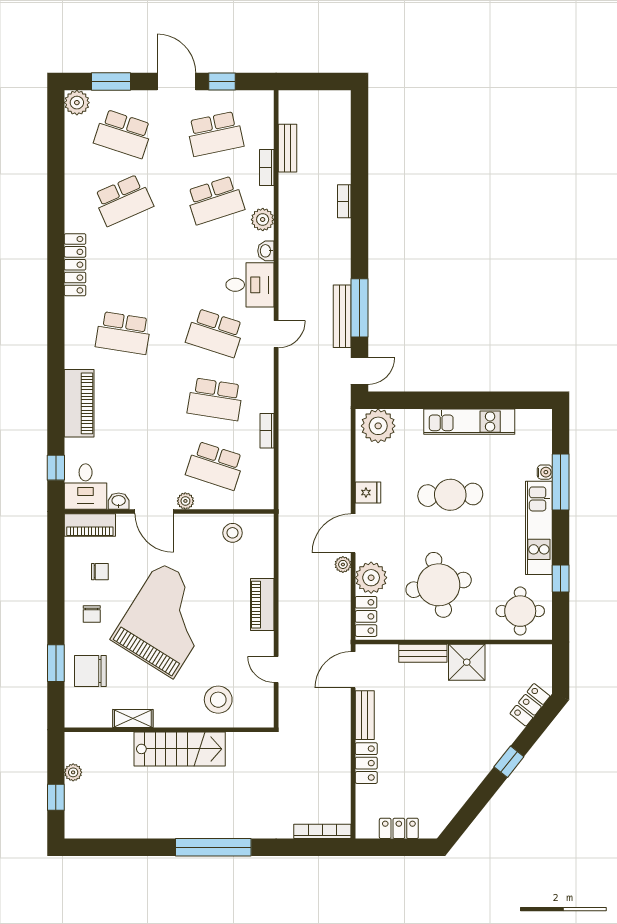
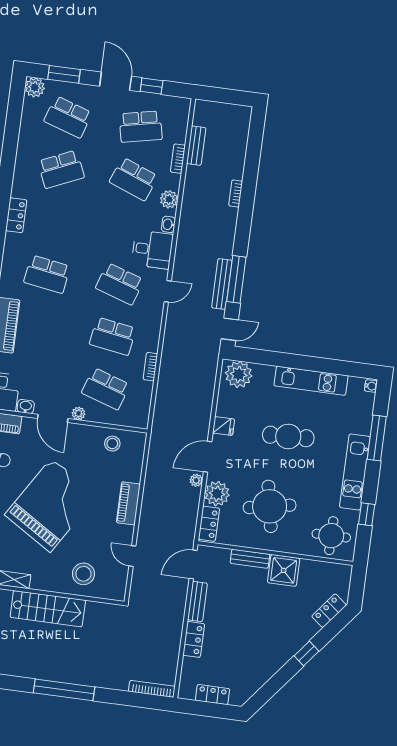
school desk: (215, 200) -> (134, 179), turned 39
locker: (75, 265) -> (16, 215), width x0.66
water cooler: (545, 472) -> (371, 386), moved

